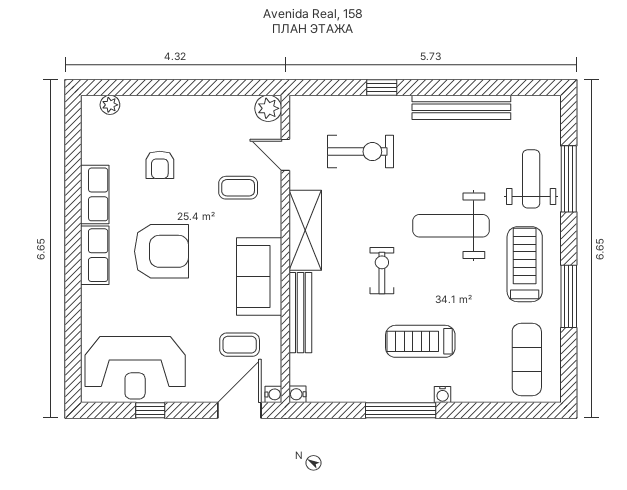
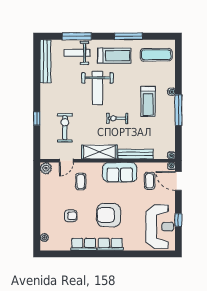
bench: (461, 107) -> (45, 61), moved
armchair: (161, 251) -> (109, 215), turned -90
treadmill: (525, 264) -> (114, 56), turned 180

